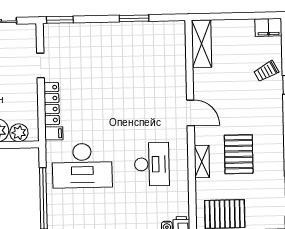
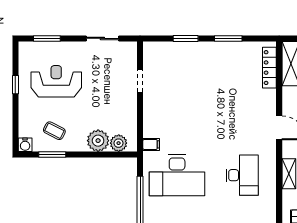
window: (60, 20) -> (186, 38), moved
locker: (52, 104) -> (269, 68), moved, turned 180

